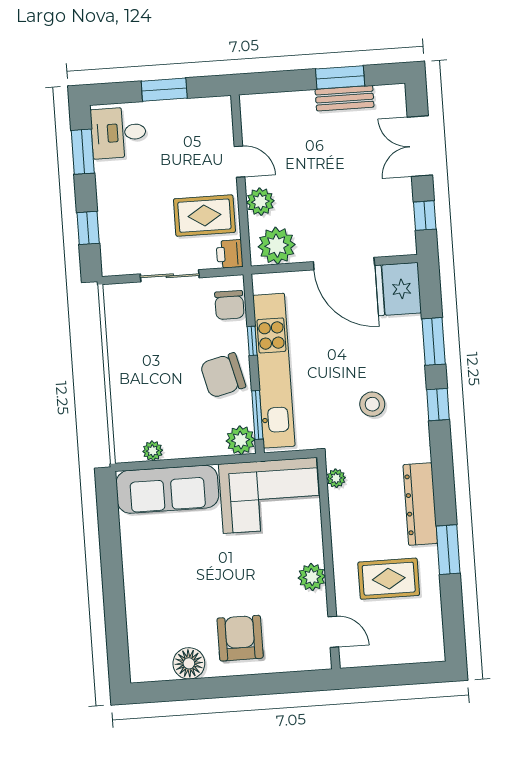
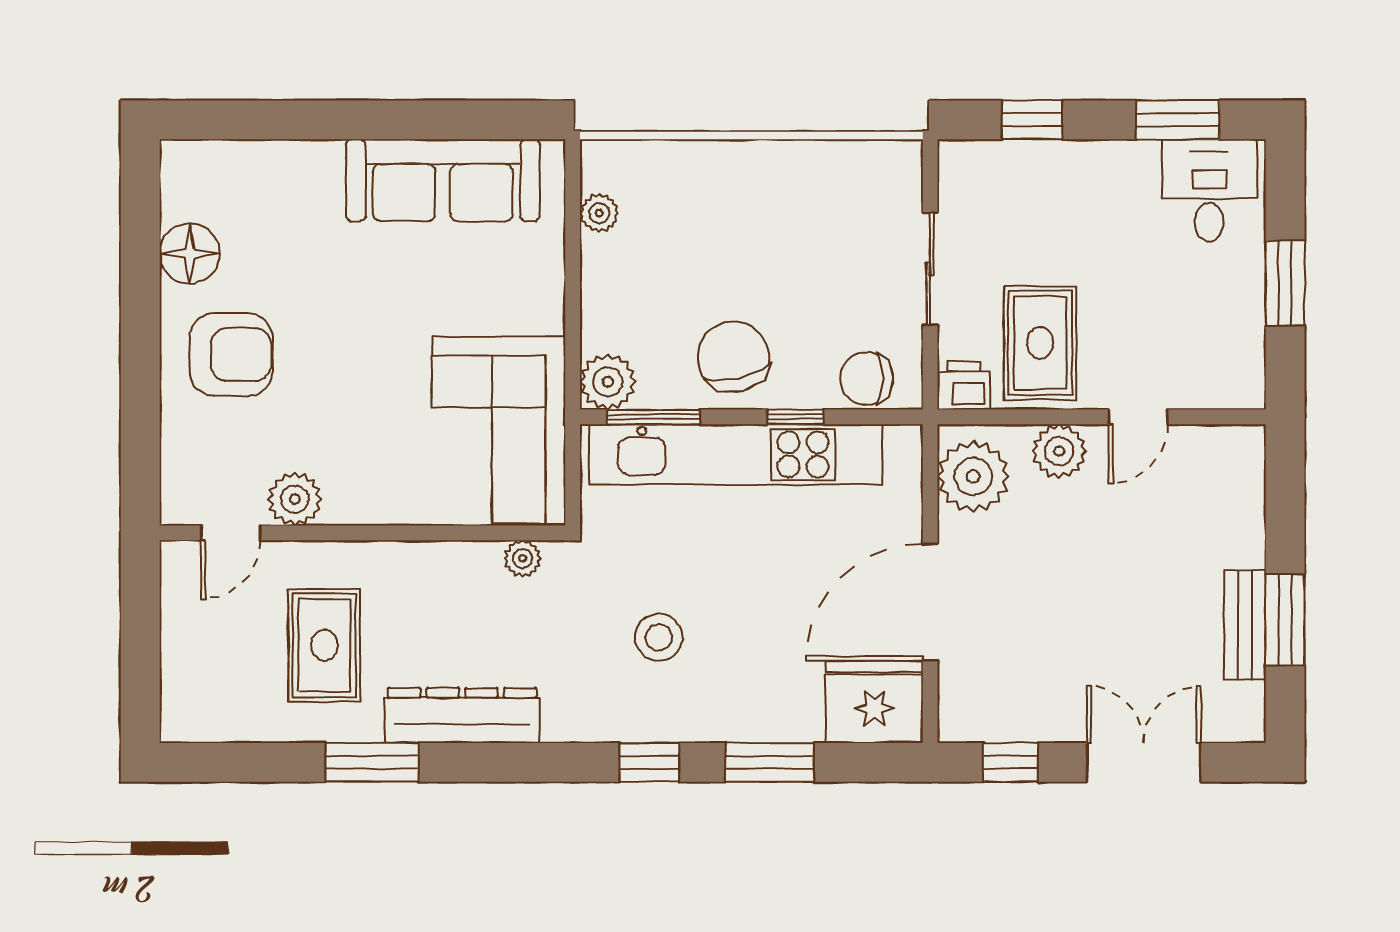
sofa: (167, 489) -> (443, 180), moved, turned -90
plant: (312, 577) -> (295, 499), moved

